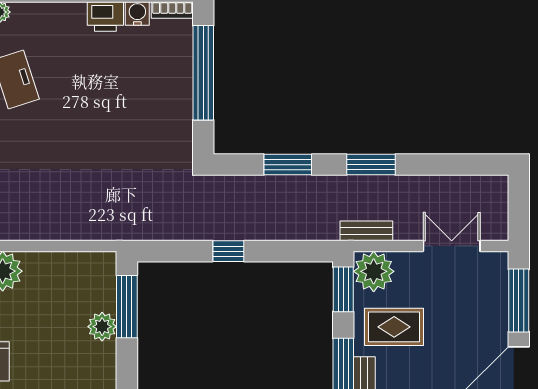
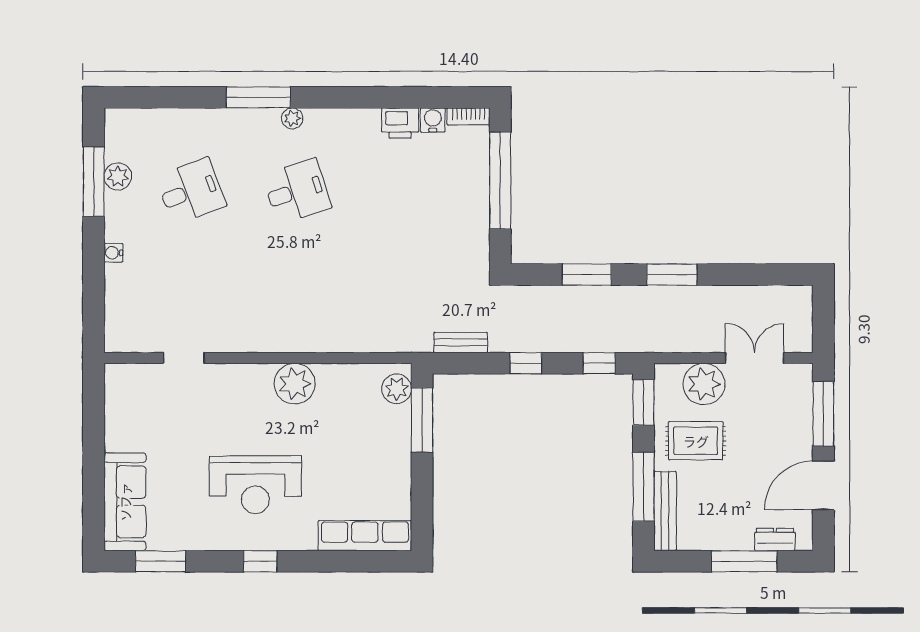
bench: (366, 231) -> (461, 343), moved
window: (300, 251) -> (599, 363), added
plant: (374, 271) -> (704, 384), moved
plant: (102, 327) -> (397, 389), moved

